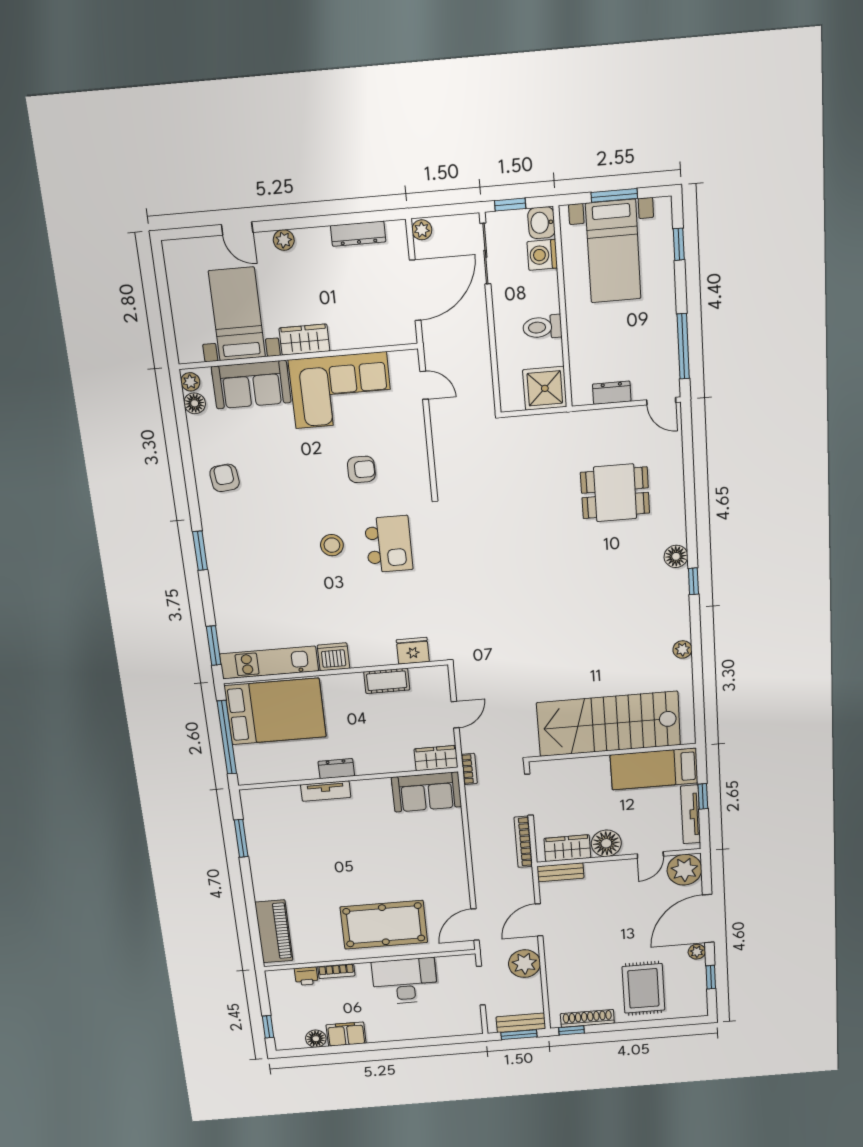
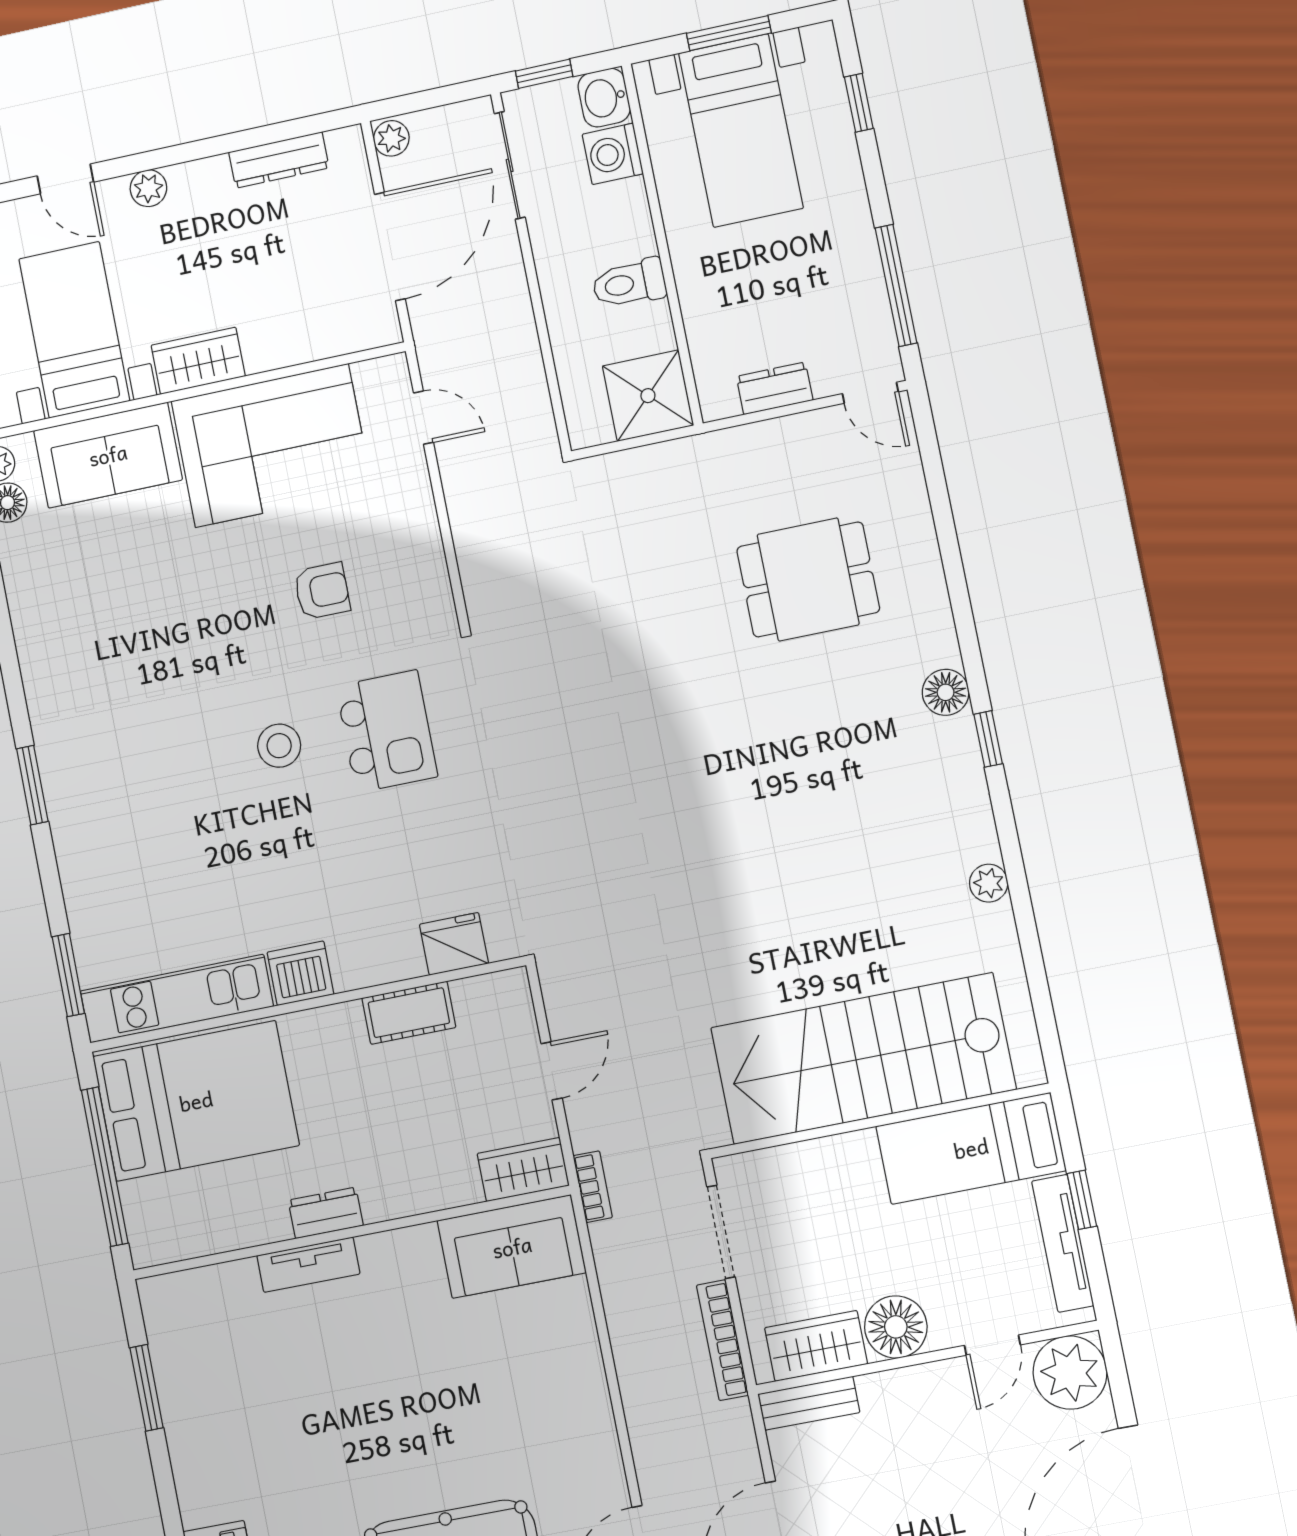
armchair: (225, 478) -> (70, 637), removed

